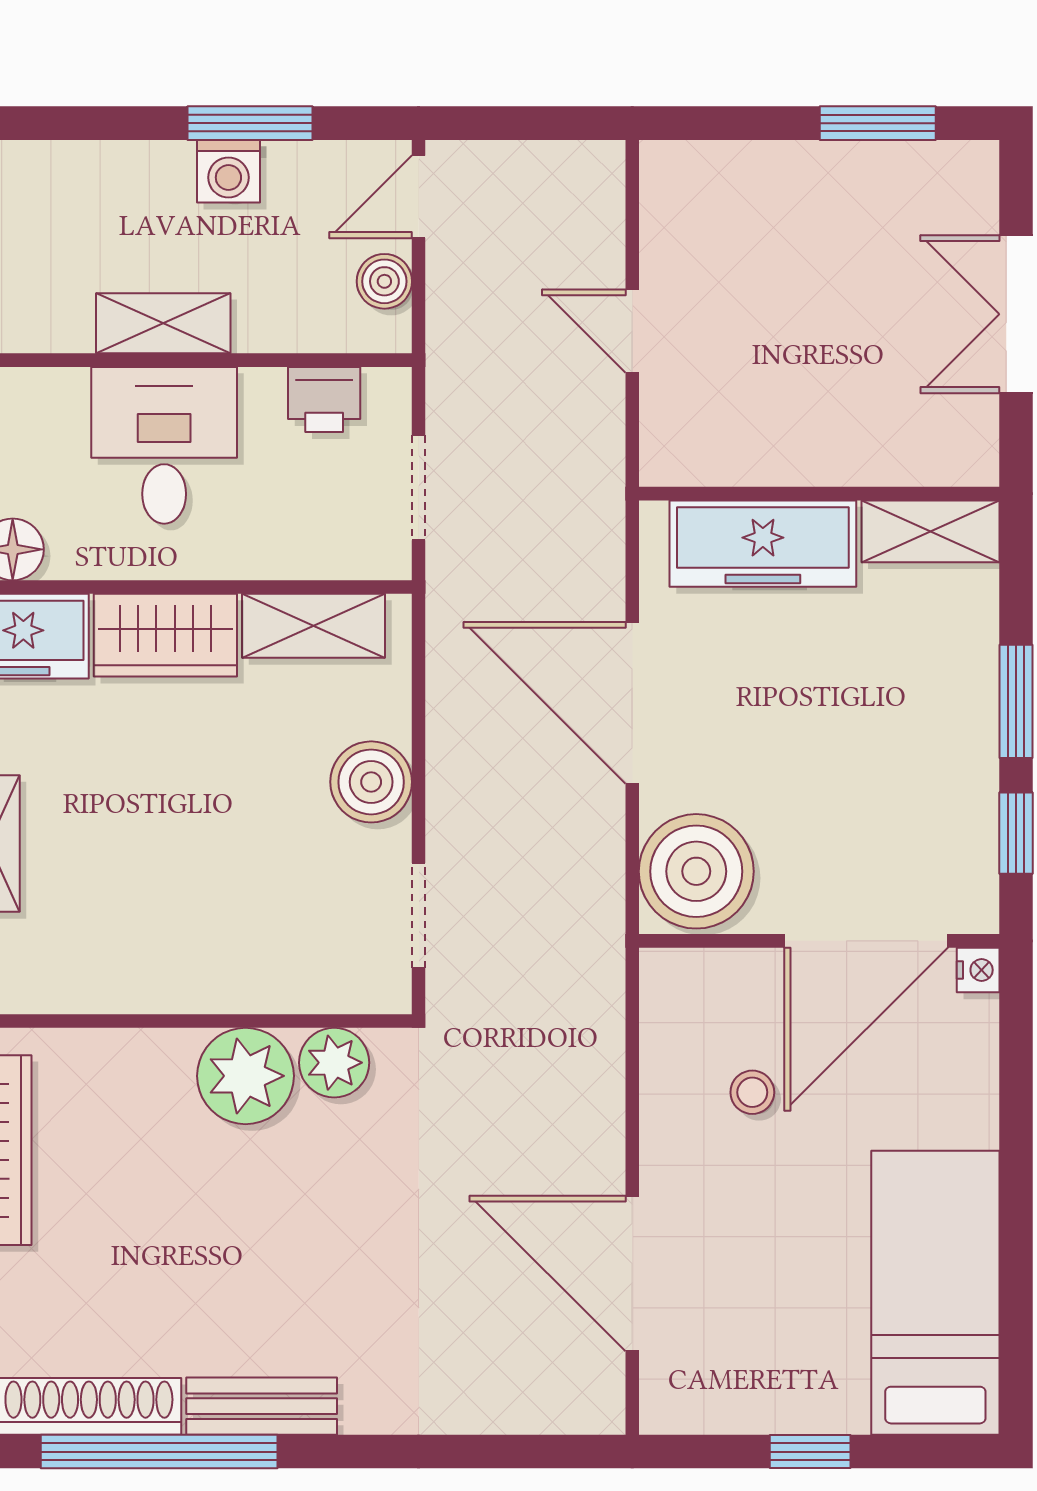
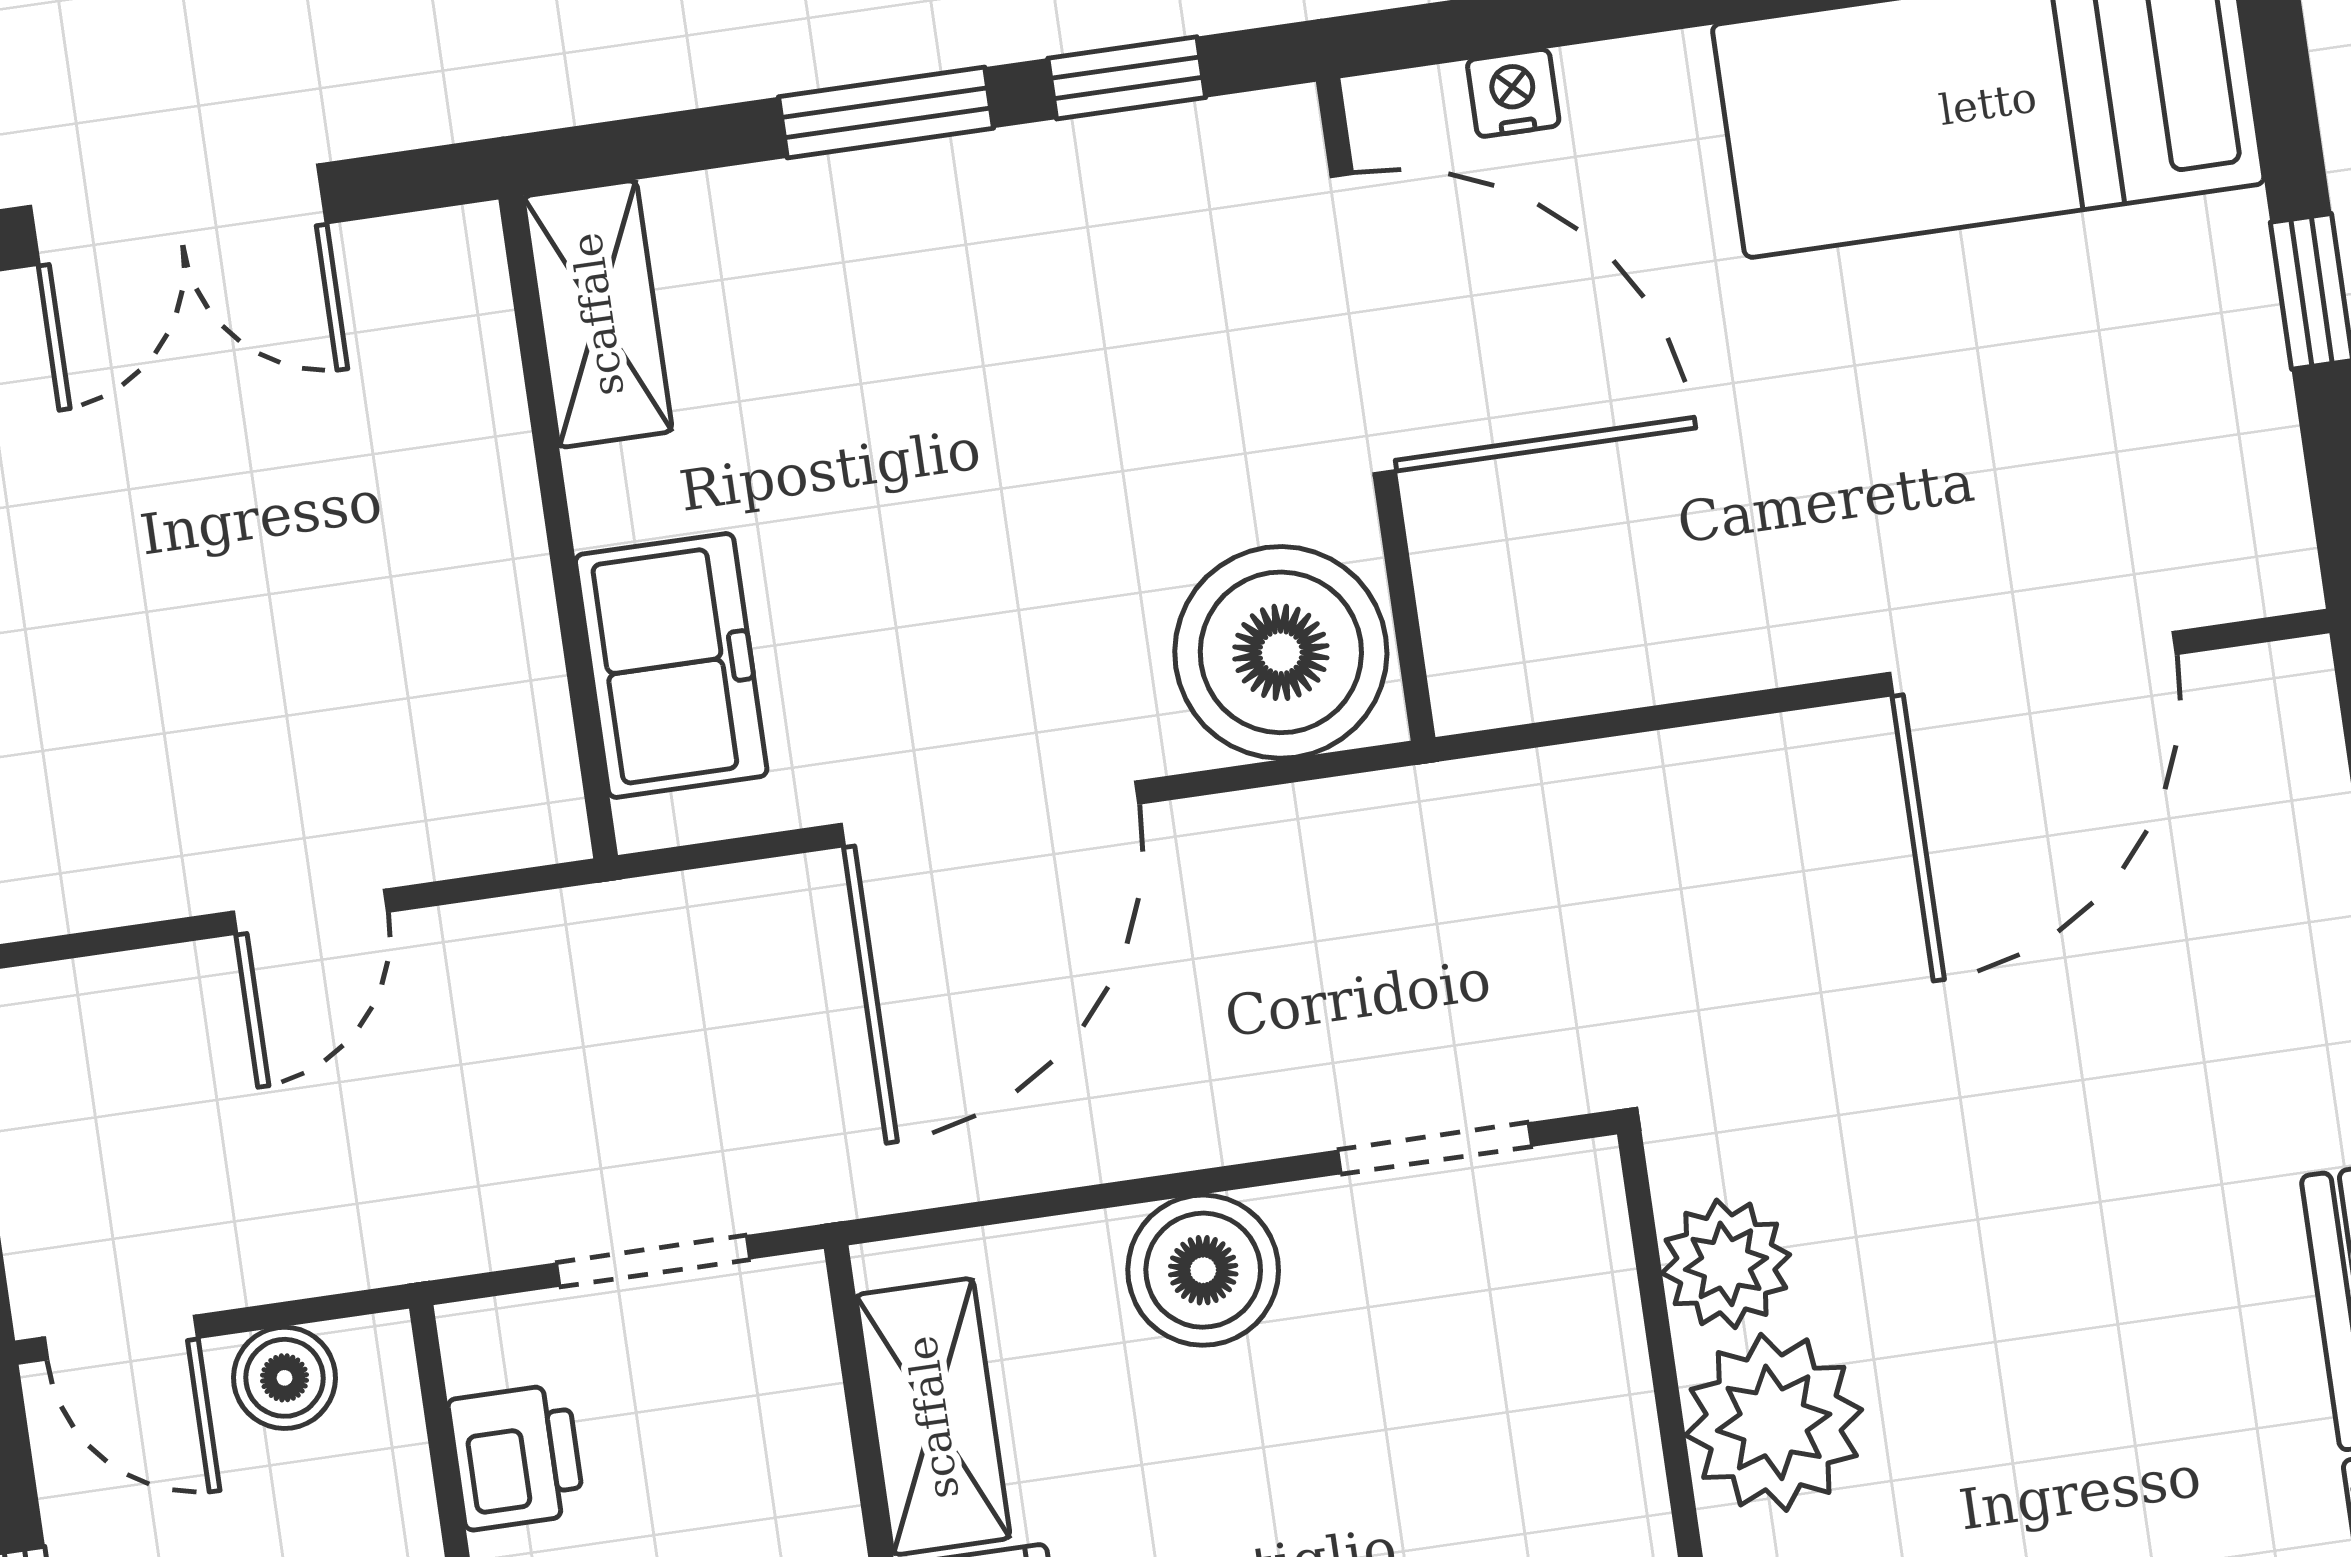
freezer: (763, 544) -> (671, 665), width x0.71
nightstand: (978, 970) -> (1513, 93), moved
stool: (752, 1092) -> (1670, 492), removed

